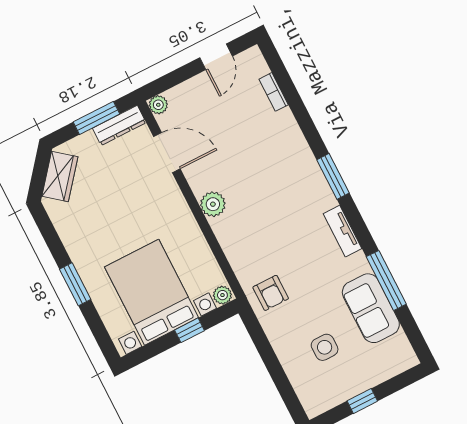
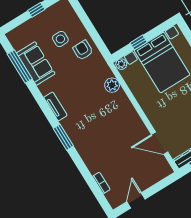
plant: (158, 105) -> (167, 170), removed
plant: (213, 204) -> (112, 85), moved
window: (386, 280) -> (20, 66), moved
armchair: (271, 293) -> (83, 50), moved

